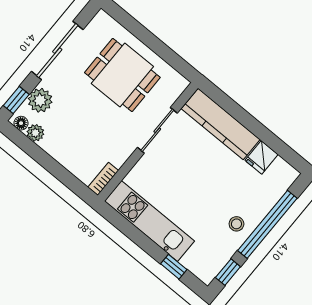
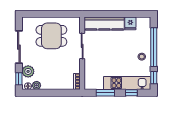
kitchen unit: (149, 221) -> (127, 83), moved
window: (133, 233) -> (105, 93), added

